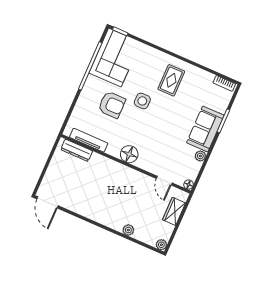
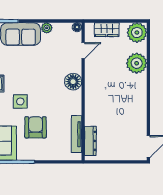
floor lamp: (129, 154) -> (73, 82), moved
plant: (128, 230) -> (137, 63), width x1.87, depth x1.87
plant: (161, 245) -> (137, 33), width x1.87, depth x1.87

